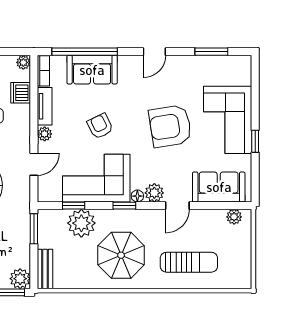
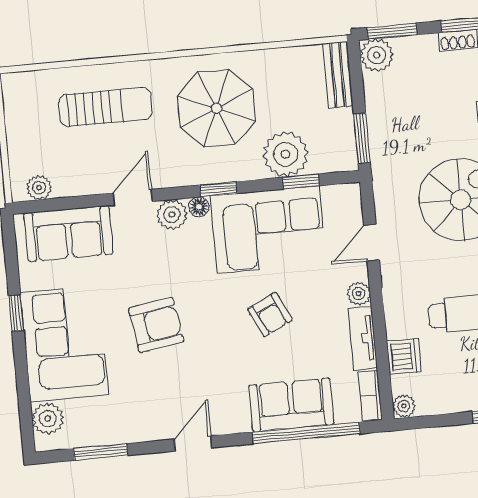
plant: (242, 75) -> (48, 419), added
armchair: (170, 126) -> (156, 325), width x0.73, depth x0.73
sun lounger: (189, 262) -> (105, 107), turned 180

